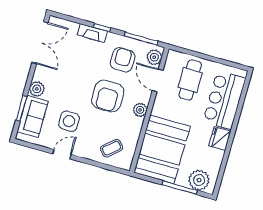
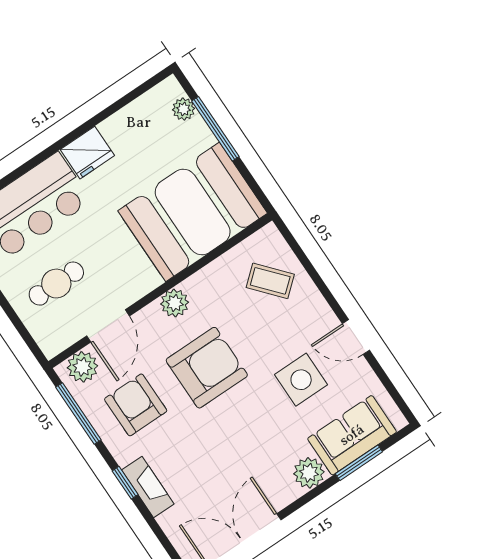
armchair: (123, 60) -> (136, 405), turned 90
cafe table: (190, 80) -> (56, 284), width x0.73, depth x0.74
plant: (199, 180) -> (184, 109), width x0.53, depth x0.53

